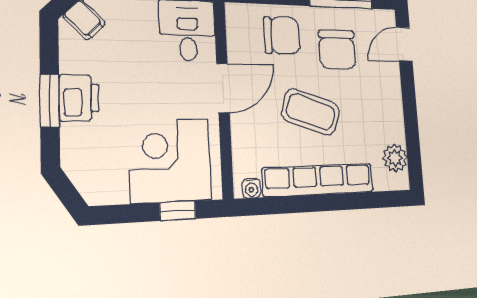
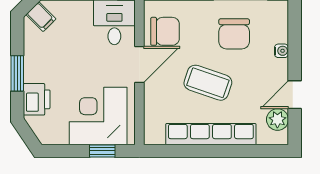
chair: (282, 35) -> (165, 31), moved
door: (404, 44) -> (295, 95), moved
printer: (79, 98) -> (37, 99), moved
water cooler: (251, 188) -> (281, 51), moved, turned -90

